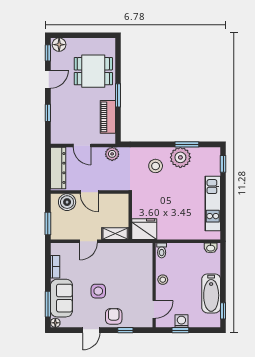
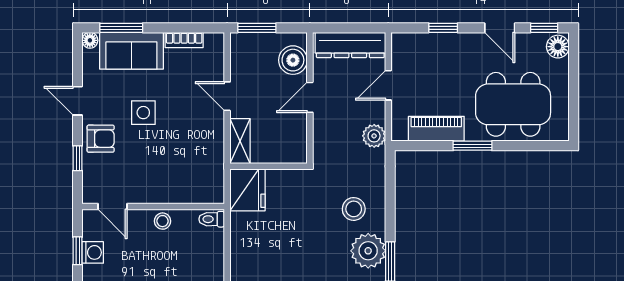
dining table: (93, 71) -> (513, 104), width x1.38

